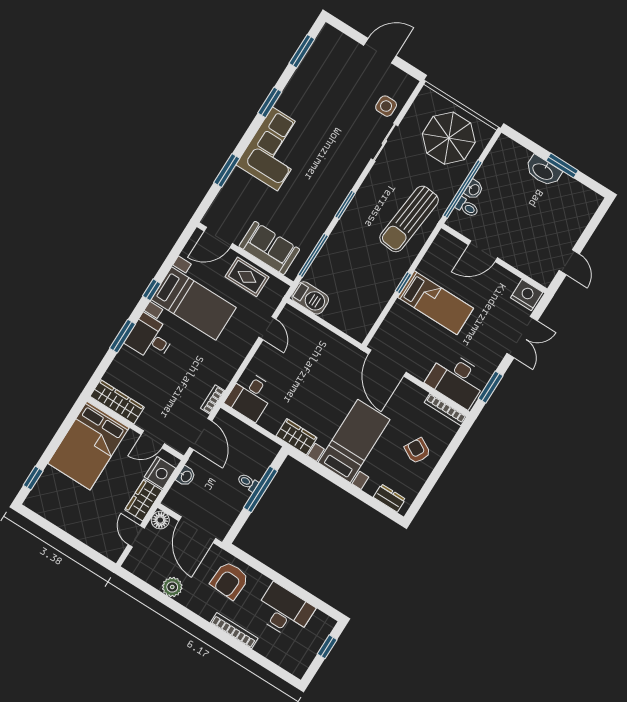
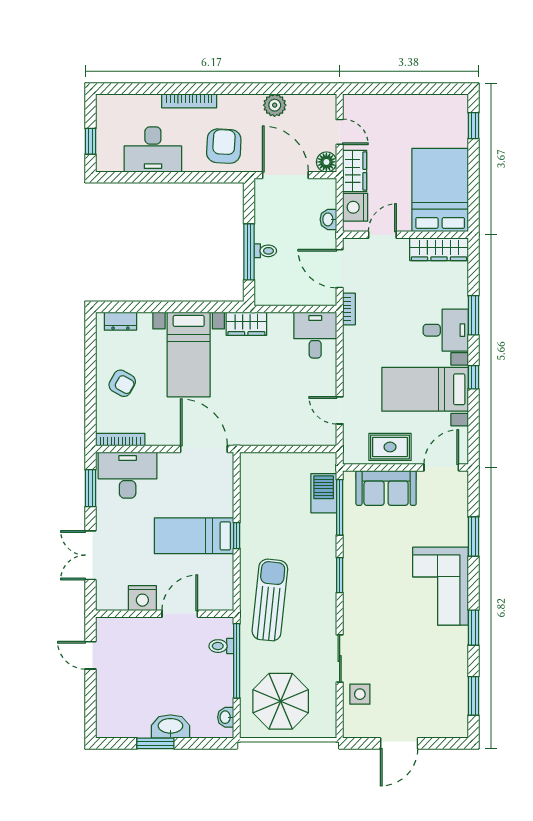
washbasin: (474, 190) -> (226, 717), moved
nightstand: (527, 295) -> (142, 598), moved
barbecue: (310, 298) -> (324, 493), moved, turned 90

